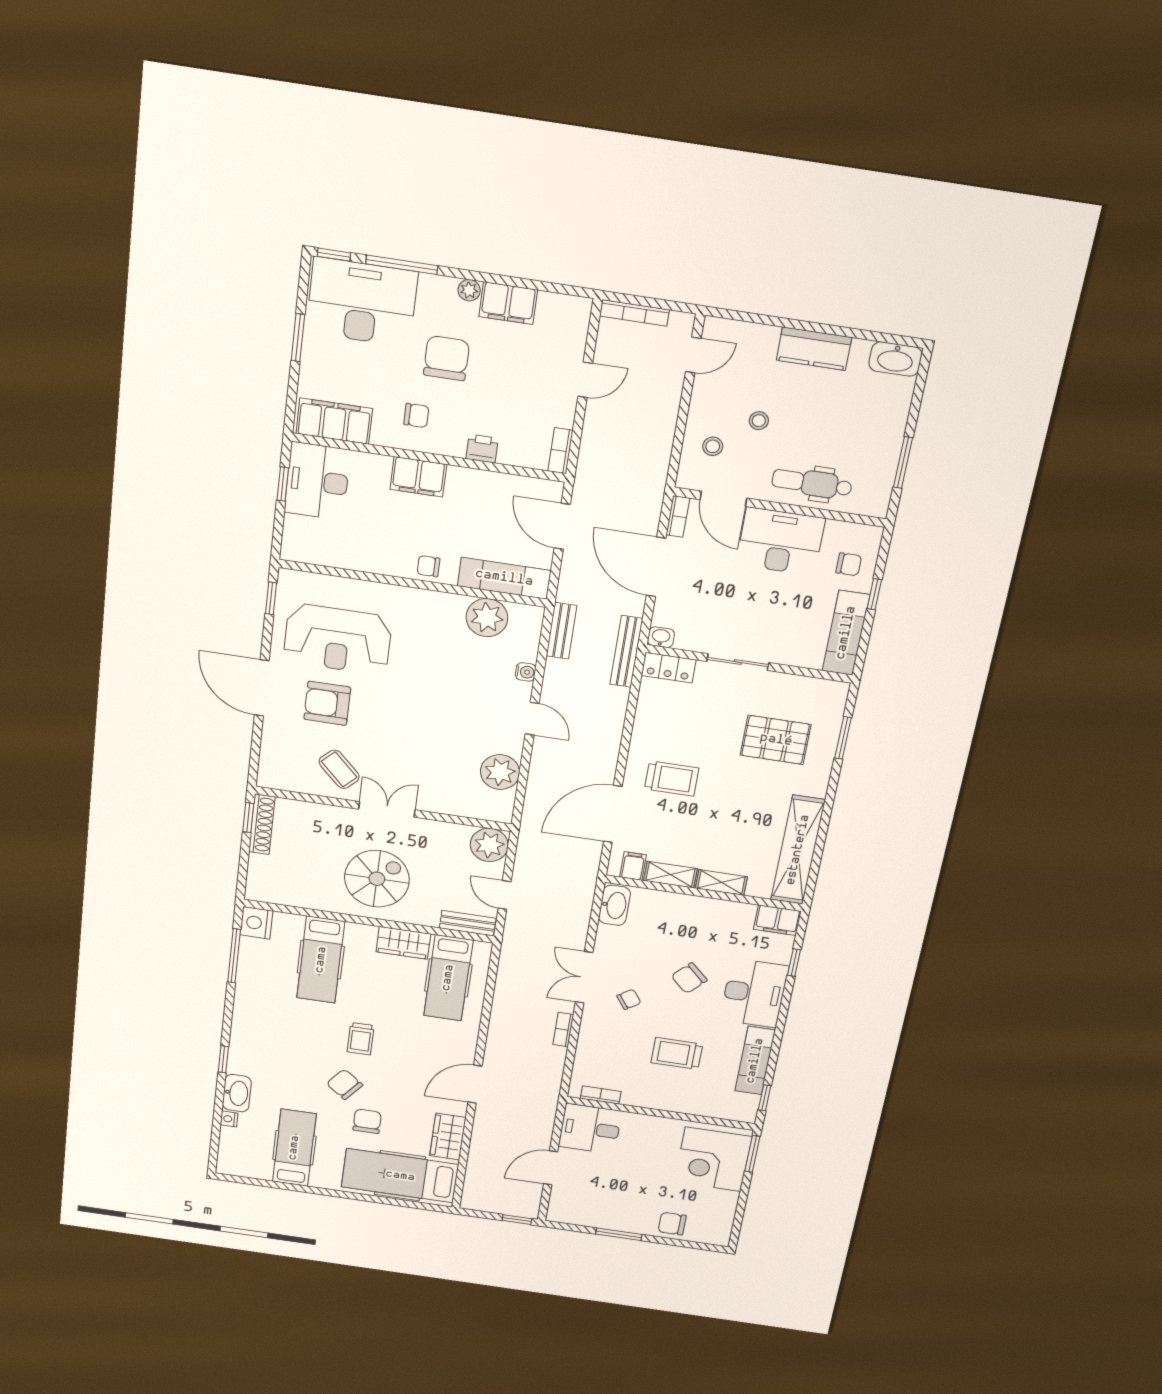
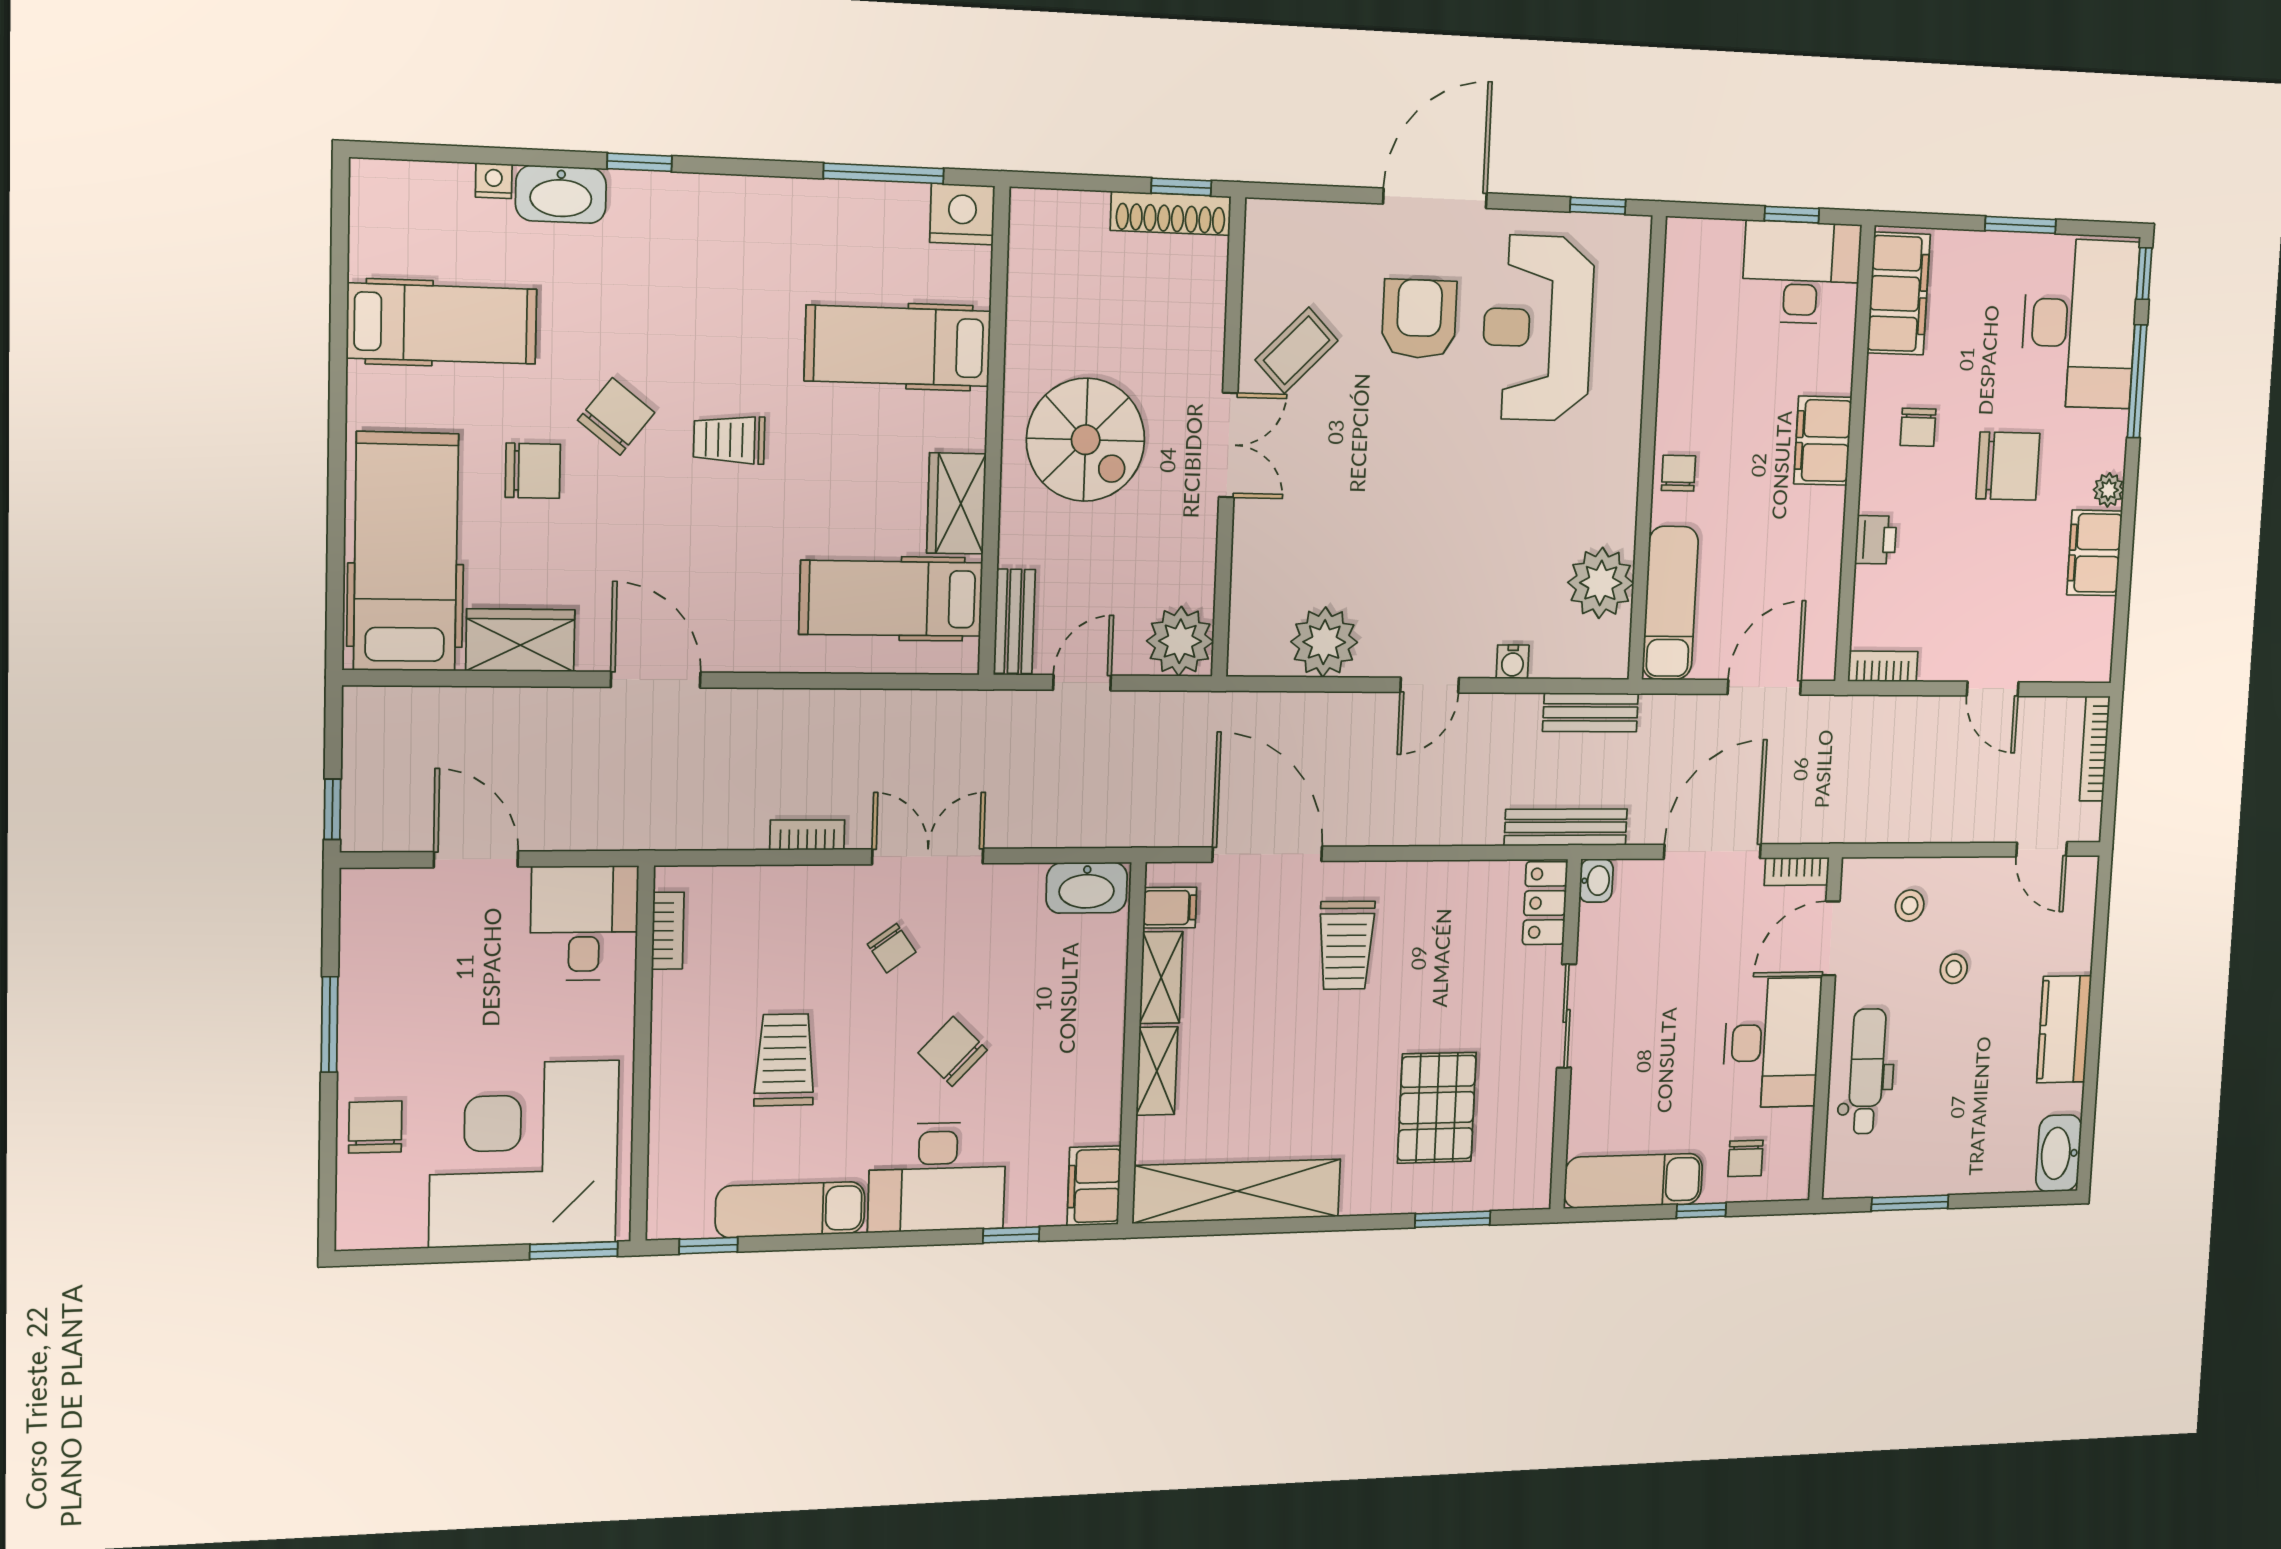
corner desk: (713, 1159) -> (524, 1154), width x1.36, depth x1.36

